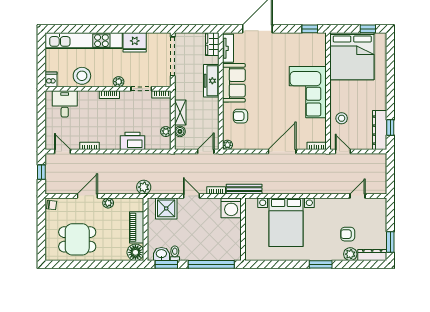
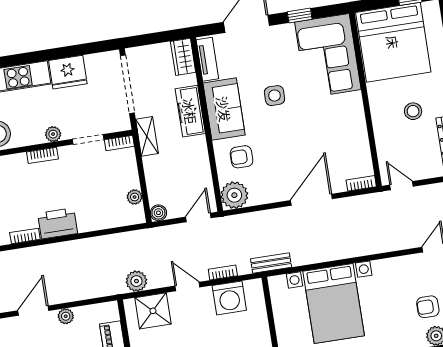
window: (310, 29) -> (300, 15), moved
side table: (268, 79) -> (274, 96), added
corner sofa: (308, 92) -> (328, 56), moved
shelving: (180, 113) -> (147, 136), moved
stool: (342, 118) -> (413, 111), moved
boiler: (180, 131) -> (158, 213), moved
printer: (133, 141) -> (58, 223), moved
plant: (227, 145) -> (234, 195), width x1.88, depth x1.88
plant: (144, 187) -> (136, 281), moved
bench: (244, 189) -> (271, 263), width x0.73
washing machine: (231, 208) -> (229, 298), moved

